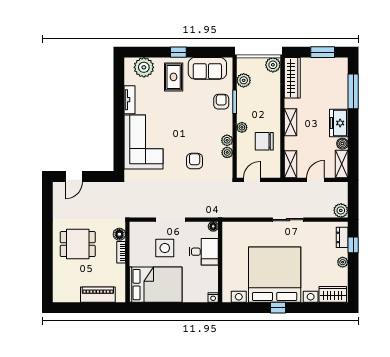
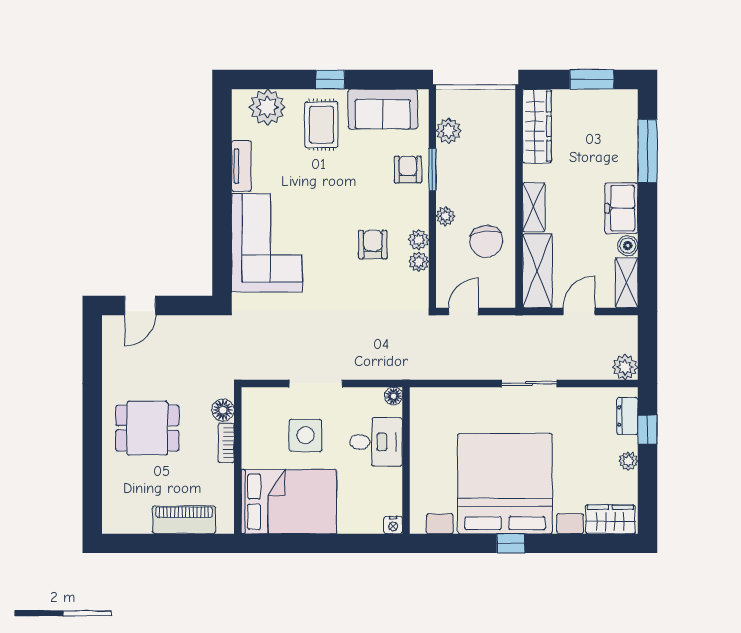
plant: (273, 65) -> (502, 103), removed
chair: (264, 141) -> (486, 241), turned -94
armchair: (195, 161) -> (373, 245), moved
shelving: (290, 164) -> (537, 271), width x1.50, depth x1.33

